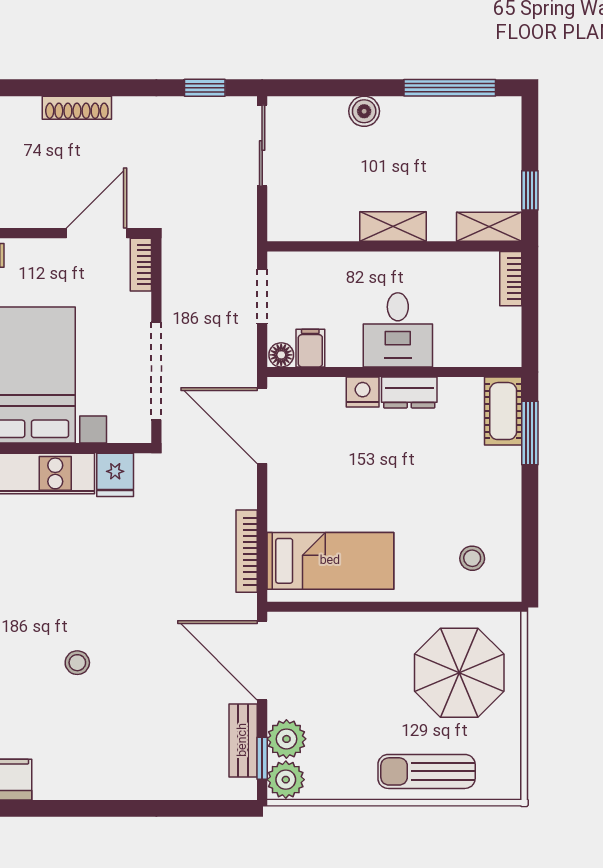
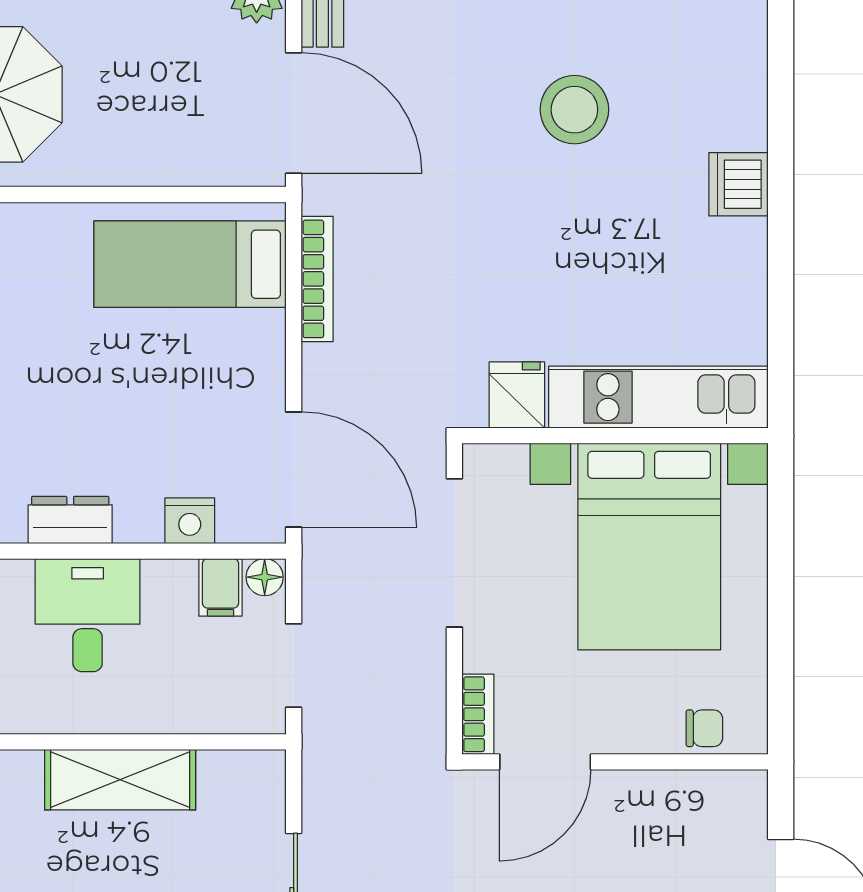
shelving: (393, 227) -> (120, 780), width x1.50, depth x1.33
nightstand: (363, 392) -> (190, 521), moved
stool: (77, 663) -> (574, 110), width x1.89, depth x1.89

